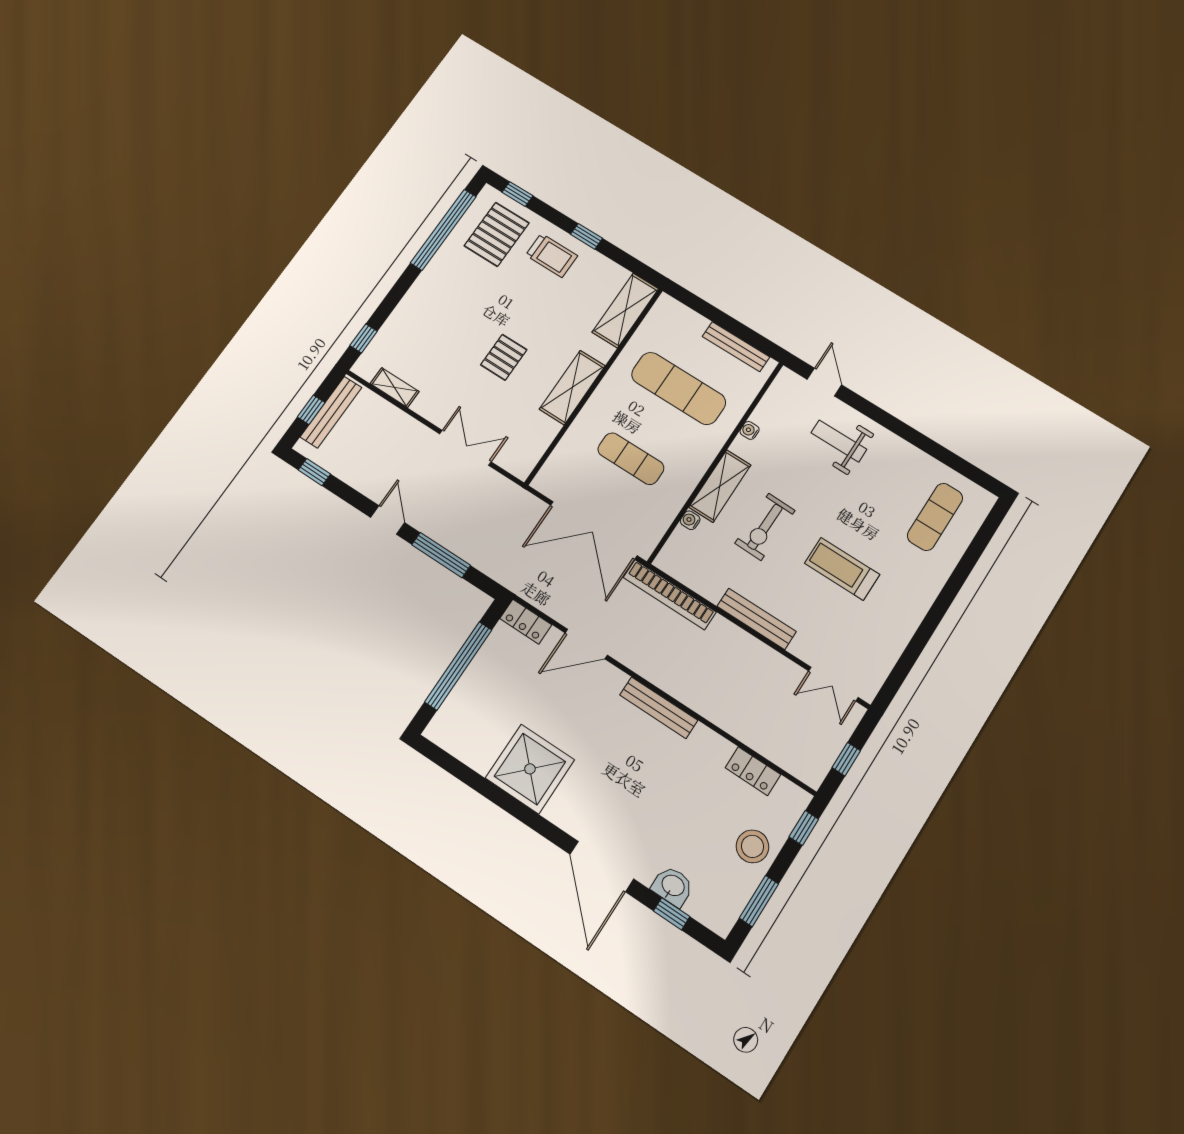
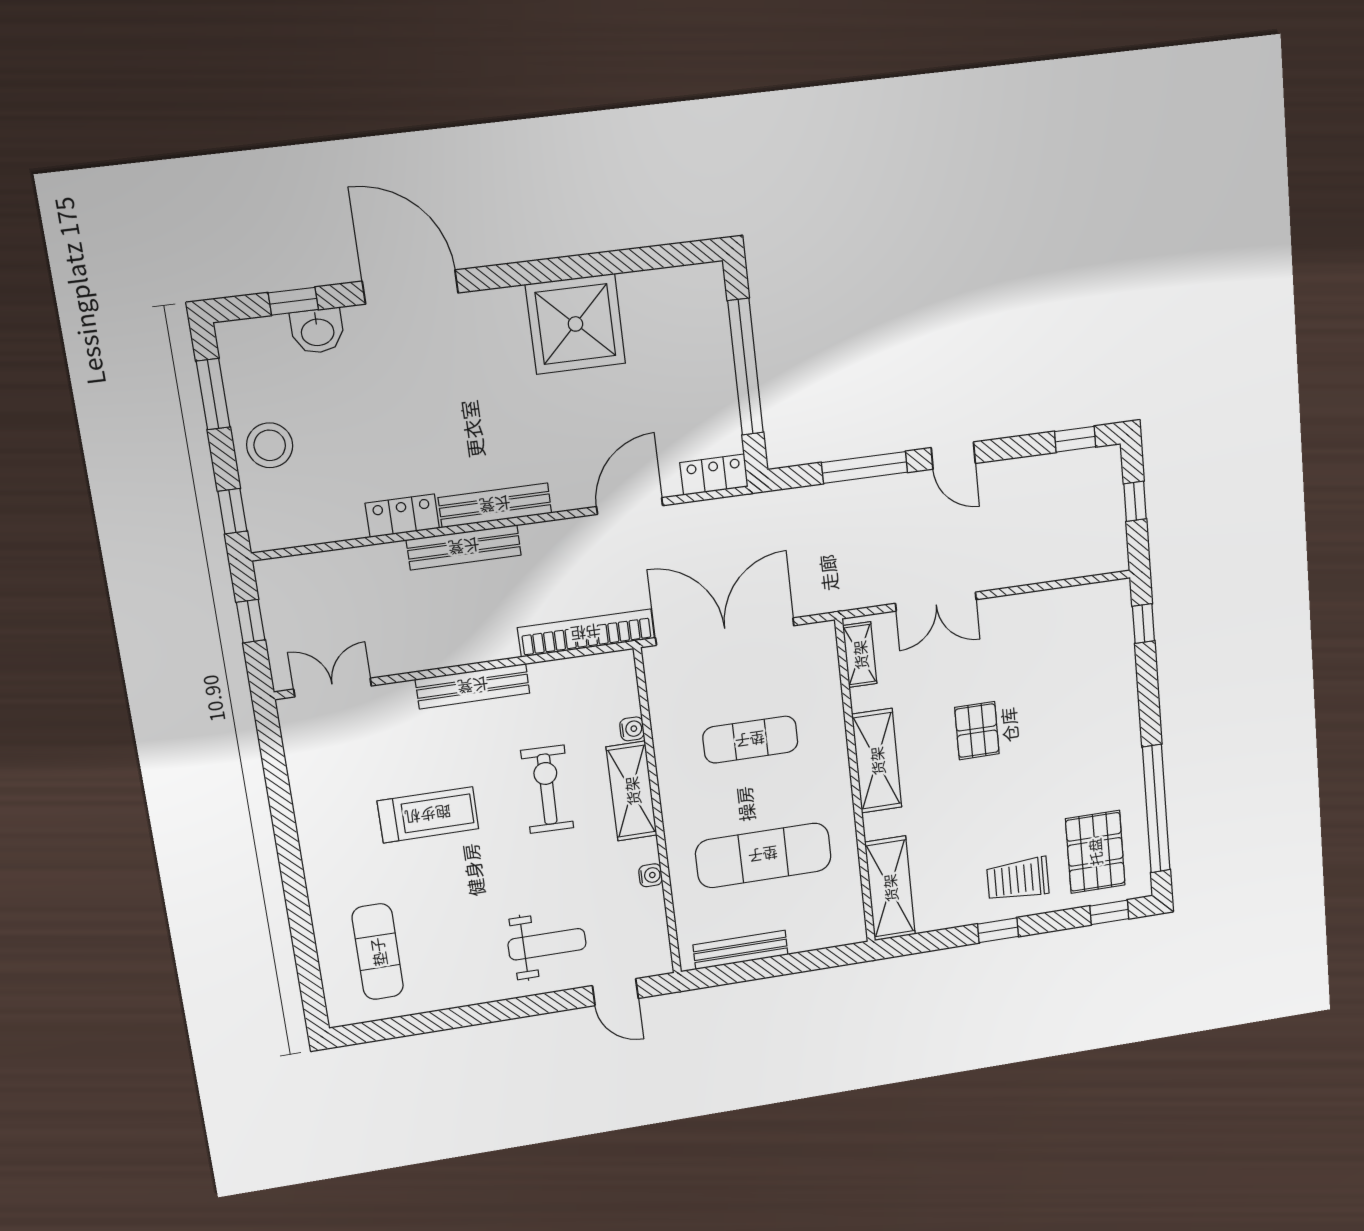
shelving: (395, 388) -> (860, 655), moved, turned 90
bench: (331, 412) -> (464, 547), moved, turned 90
locker: (753, 771) -> (402, 516), moved

